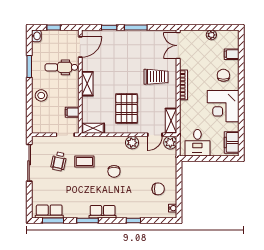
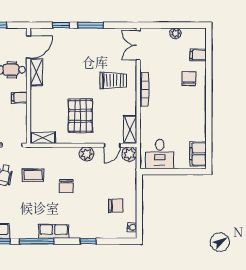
shelving: (87, 84) -> (36, 72), moved
corner desk: (223, 106) -> (188, 113), removed
filing cabinet: (72, 112) -> (19, 97), moved
window: (88, 220) -> (37, 241), width x1.44

